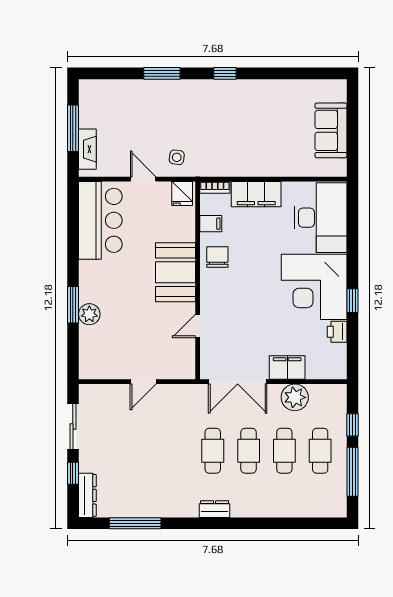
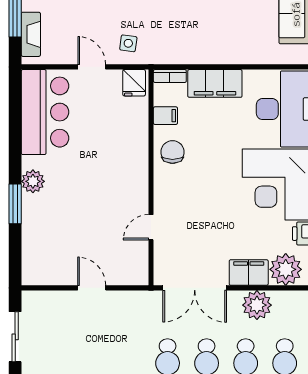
booth: (175, 272) -> (127, 169), removed
plant: (89, 314) -> (33, 181), moved
plant: (321, 365) -> (286, 269), added
door: (143, 382) -> (92, 288), swing flipped

